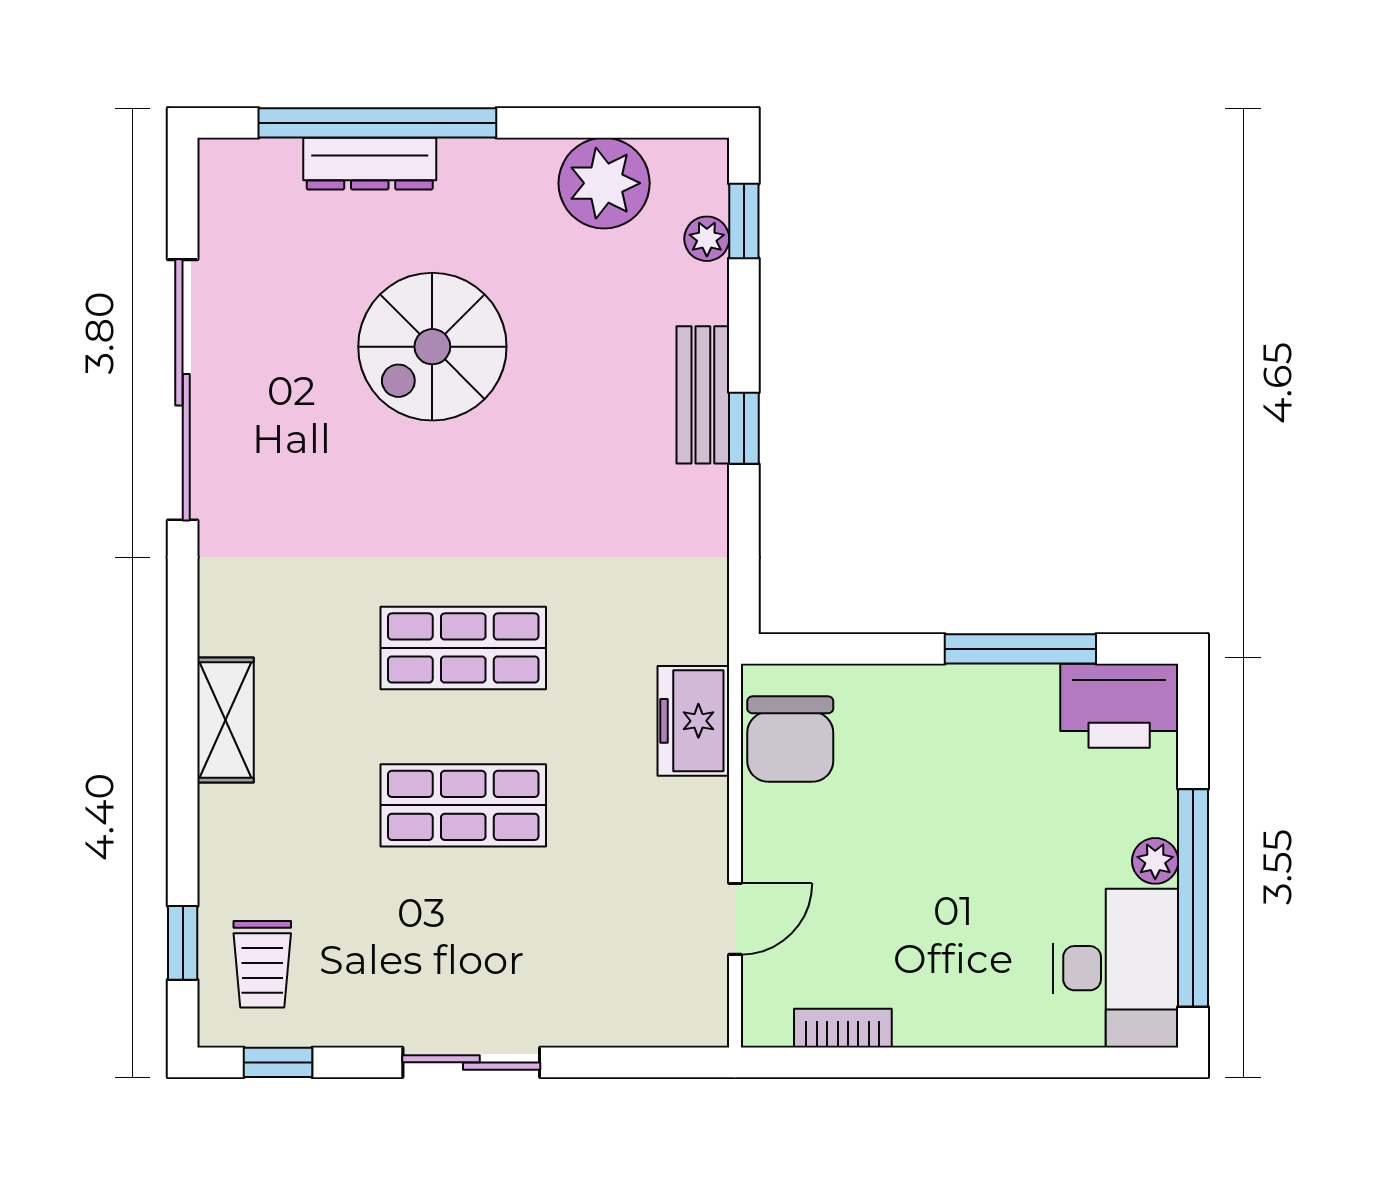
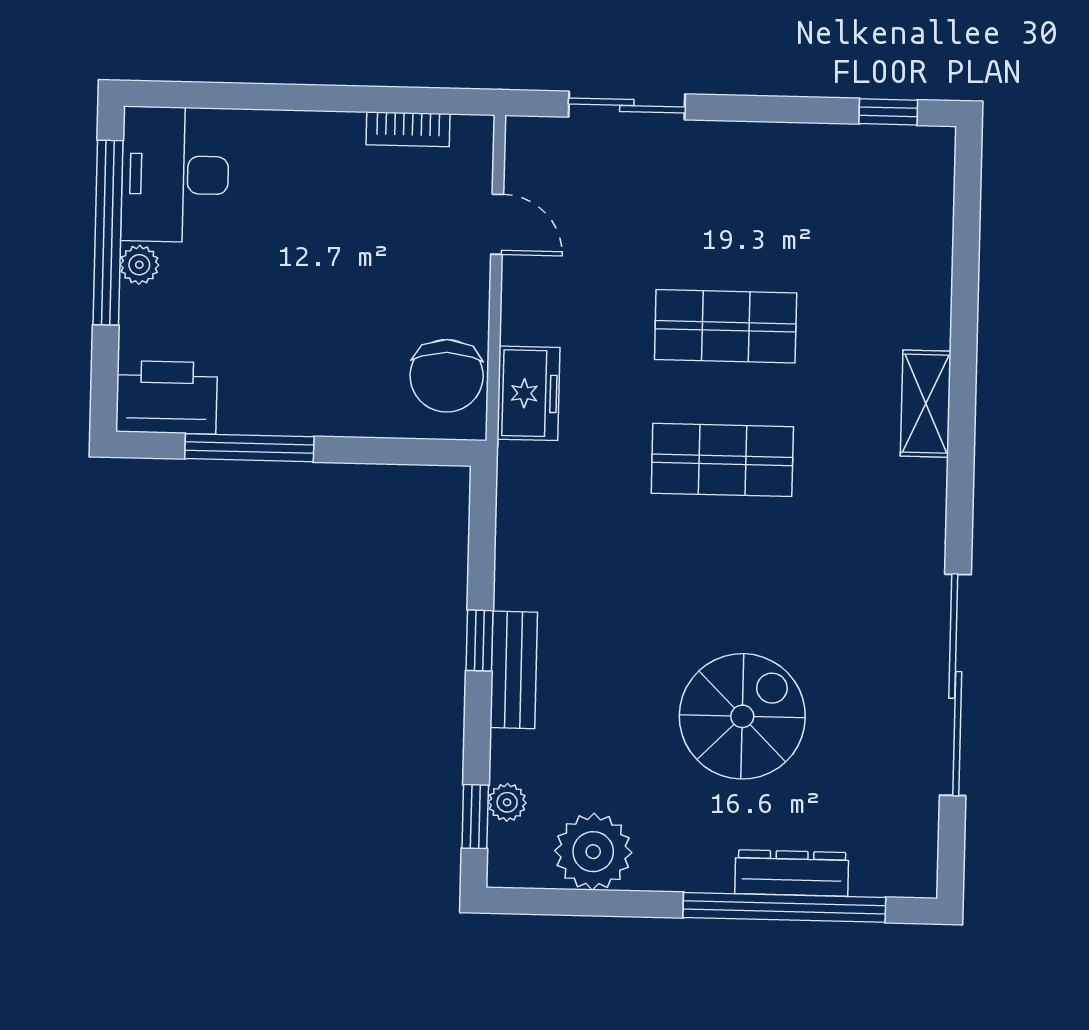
chair: (790, 739) -> (447, 376), turned 180
door: (735, 919) -> (497, 224), swing flipped
window: (183, 943) -> (967, 215), removed
trolley: (262, 964) -> (900, 196), removed
sliding door: (471, 1062) -> (627, 106), moved

